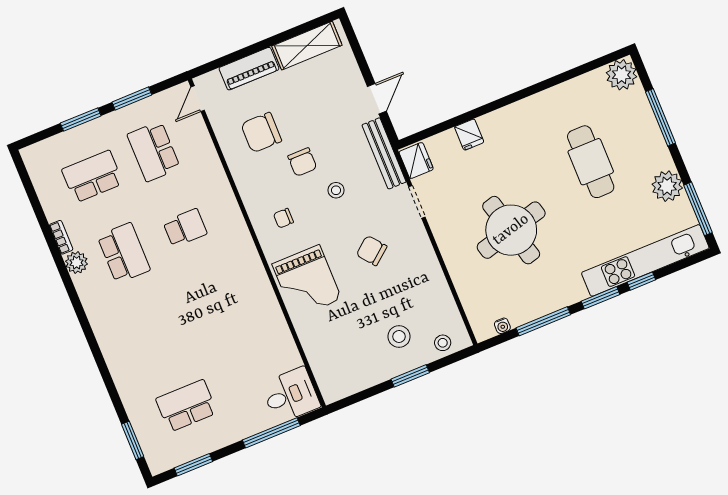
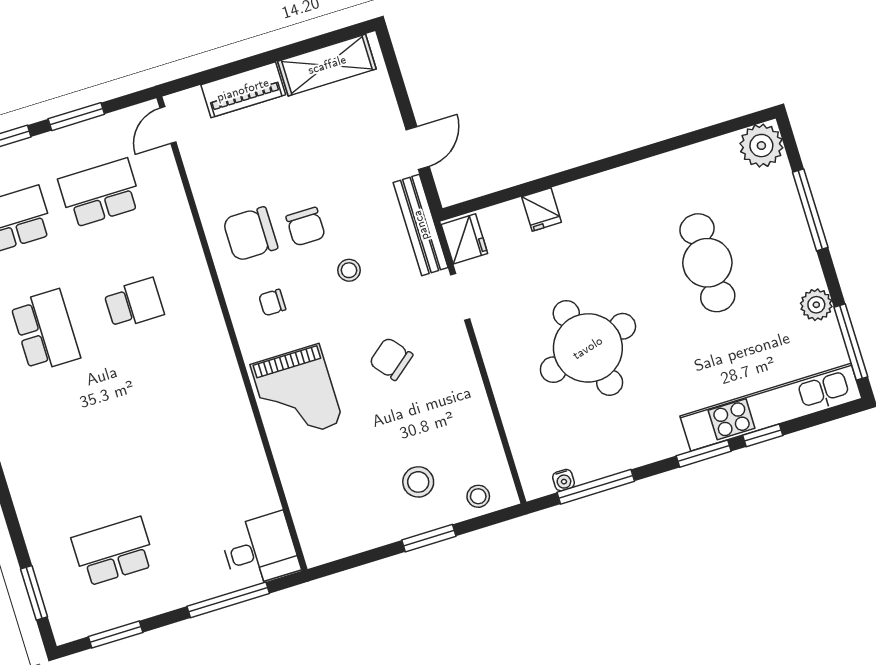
chair: (261, 133) -> (250, 234), moved
school desk: (154, 151) -> (100, 193), turned 90
plant: (667, 186) -> (816, 305), width x0.73, depth x0.73
window: (543, 321) -> (596, 487), moved

